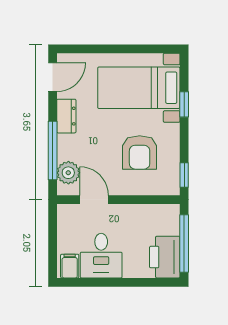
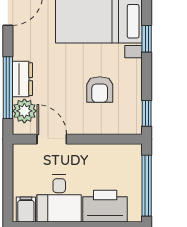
dresser: (66, 116) -> (22, 79), moved
armchair: (140, 152) -> (100, 90), width x0.72, depth x0.72
printer: (165, 257) -> (105, 206), moved, turned 90

